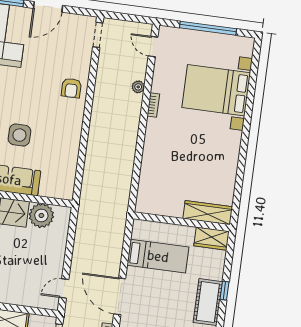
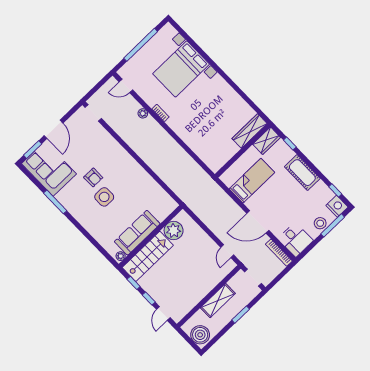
armchair: (71, 88) -> (93, 177), moved
side table: (19, 135) -> (104, 197), moved
window: (225, 291) -> (290, 143), moved

